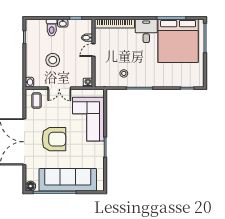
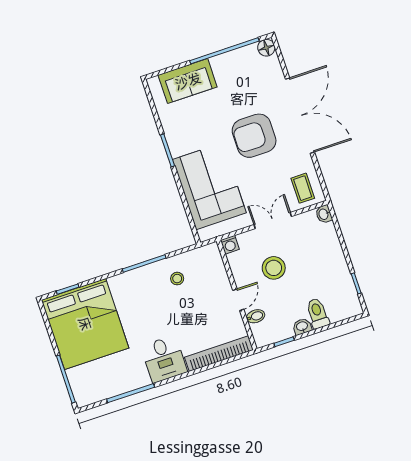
bed: (178, 41) -> (85, 324), moved, turned 180
stool: (53, 60) -> (274, 268), moved
sofa: (68, 180) -> (188, 81), width x0.54, depth x0.79

